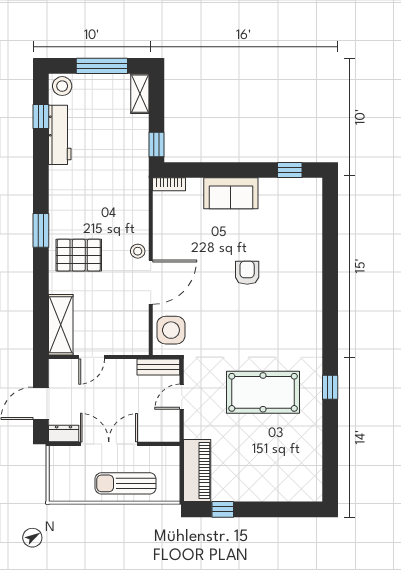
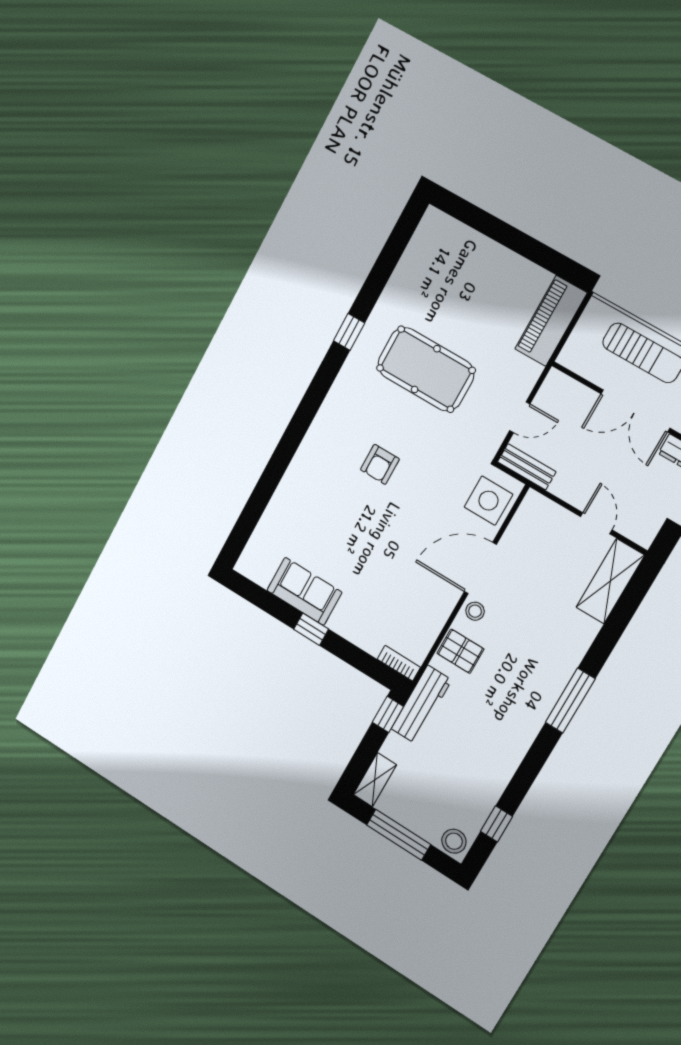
workbench: (60, 135) -> (421, 704), moved, turned 180
window: (290, 170) -> (311, 629), moved
sofa: (231, 193) -> (304, 591), moved
window: (41, 230) -> (570, 701), width x1.44
pallet: (79, 255) -> (460, 651), moved, width x0.67, depth x0.71
armchair: (247, 273) -> (380, 464), moved
door: (92, 357) -> (596, 523), hinge flipped
window: (223, 509) -> (547, 258), removed

